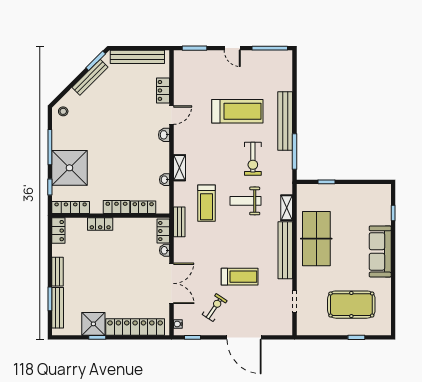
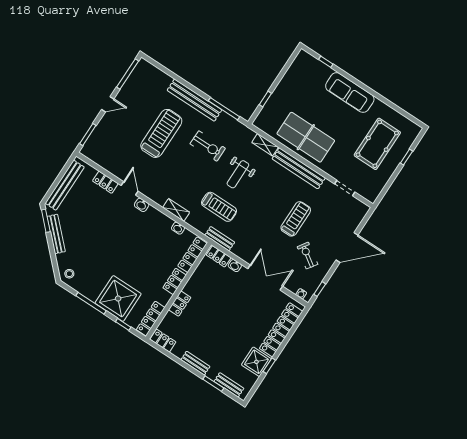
locker: (143, 207) -> (192, 255), width x1.53
bench: (58, 308) -> (229, 385), width x0.73

